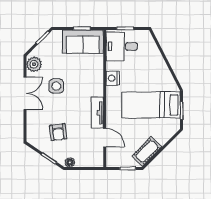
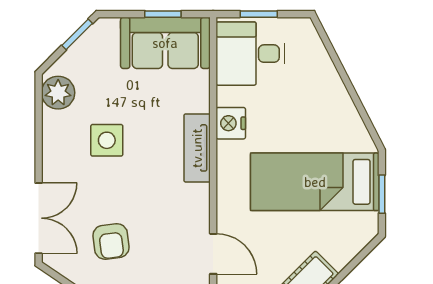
double door: (25, 93) -> (39, 218), moved
tv unit: (97, 113) -> (197, 148), moved

